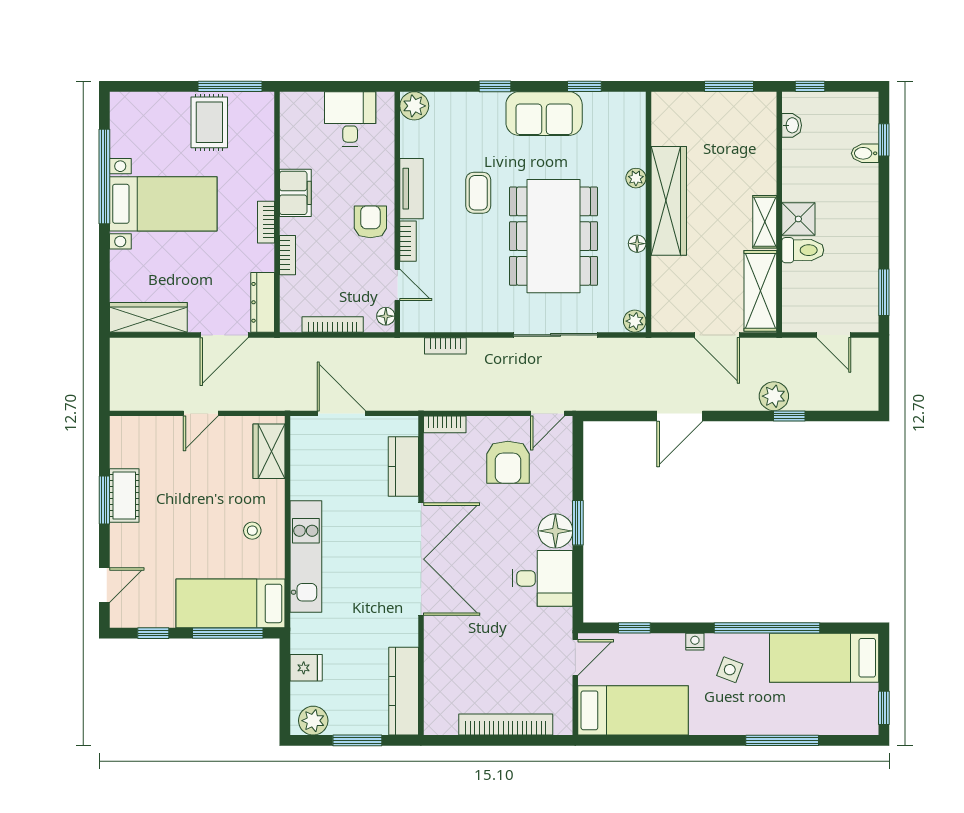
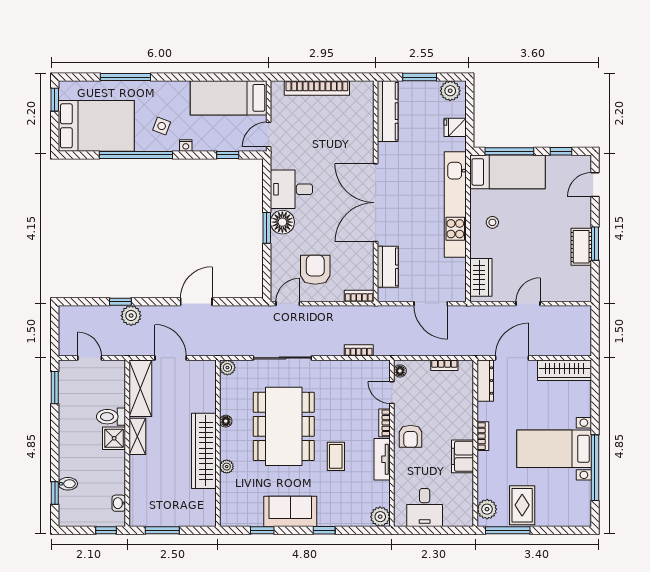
plant: (260, 117) -> (487, 509), added
bookcase: (287, 255) -> (468, 413), removed
bookcase: (333, 324) -> (444, 365), width x0.64
kitchen unit: (306, 556) -> (455, 204), width x1.36
bed: (824, 658) -> (96, 126), width x1.50

